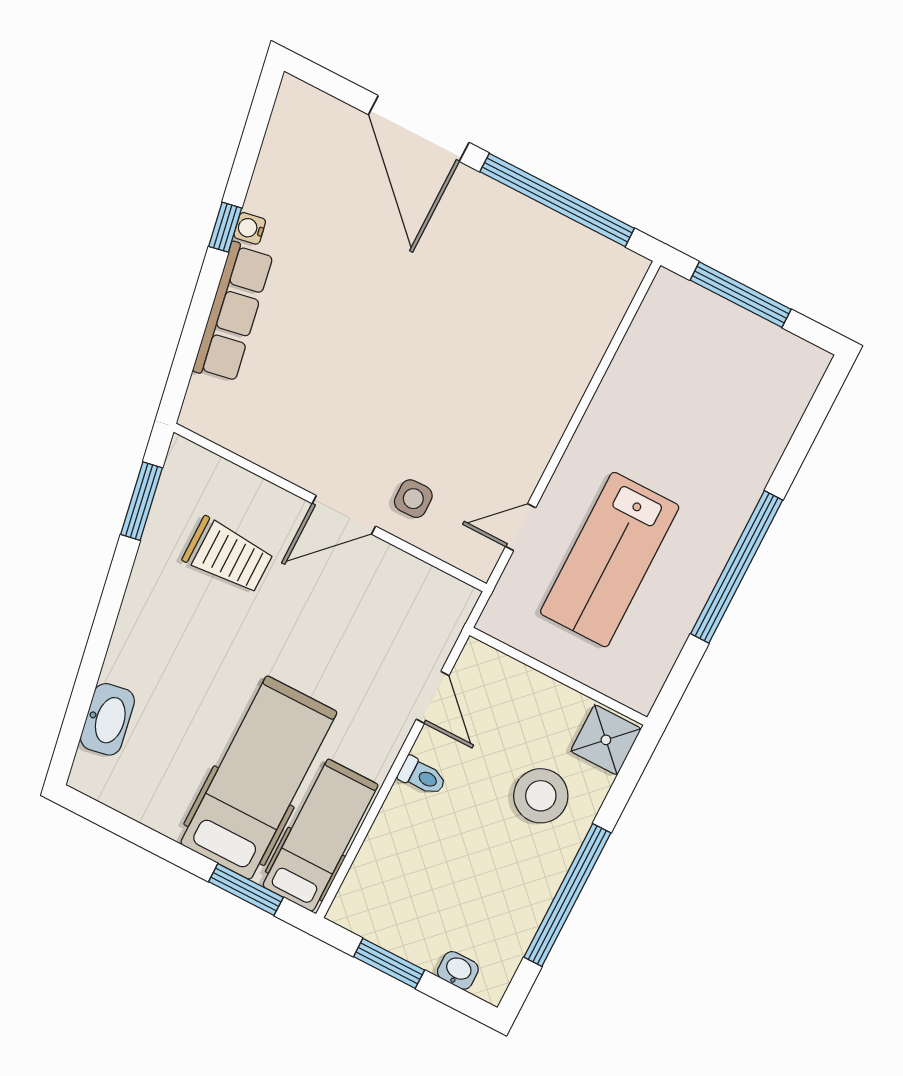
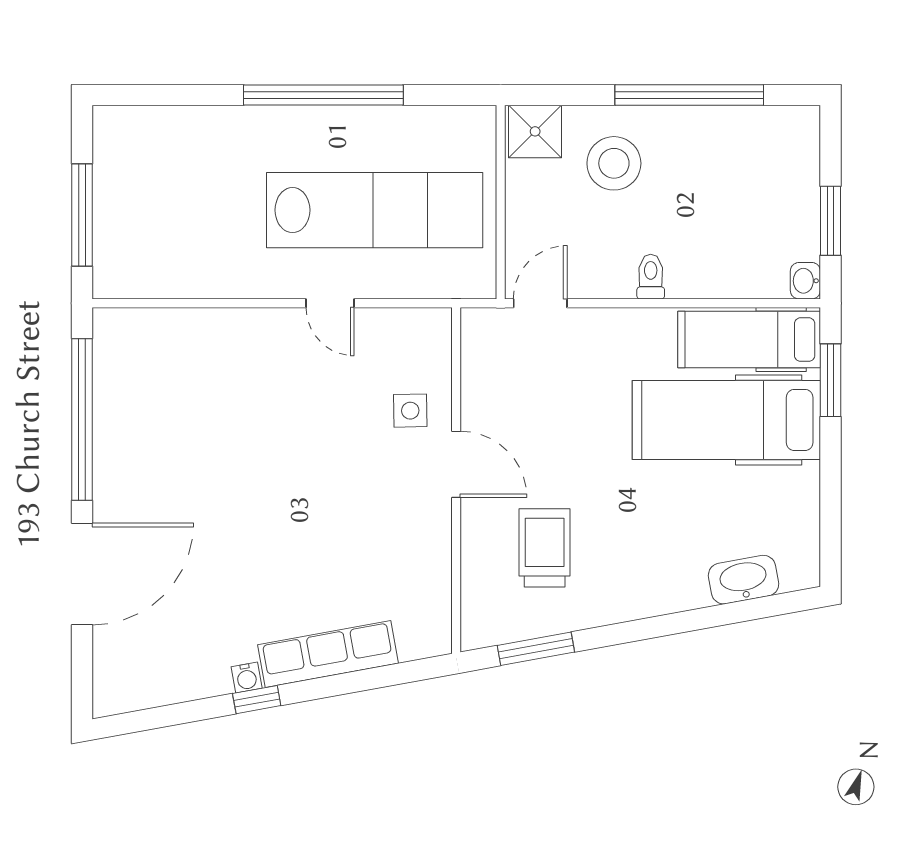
door: (521, 527) -> (330, 303), moved
lab bench: (610, 560) -> (375, 210), width x1.36
door: (433, 697) -> (540, 303), moved
washbasin: (458, 970) -> (805, 281), moved

